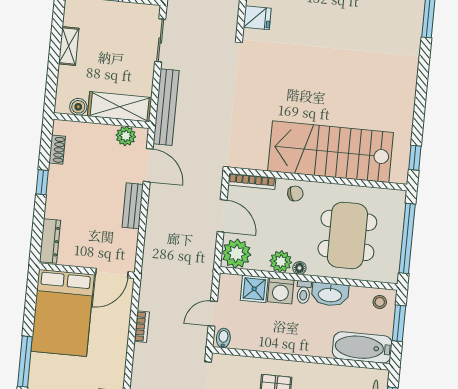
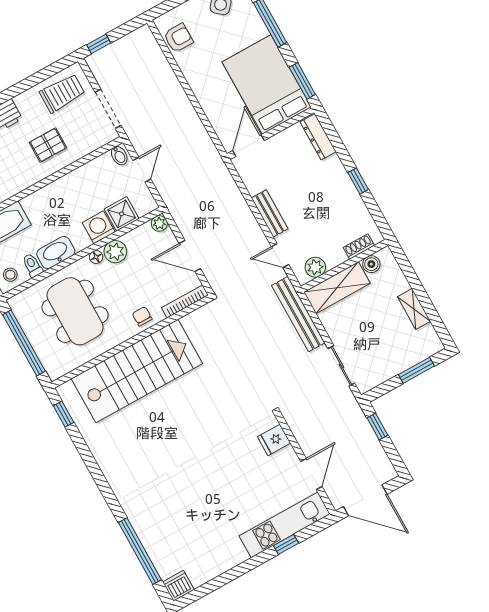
shoe rack: (57, 150) -> (359, 247), moved, turned 90
door: (148, 165) -> (280, 256), width x0.73
chair: (295, 194) -> (142, 316), turned 106
plant: (236, 254) -> (159, 223), width x0.53, depth x0.53
toilet: (304, 292) -> (32, 265), moved
window: (31, 296) -> (302, 81), added
bookcase: (142, 327) -> (193, 118), removed

